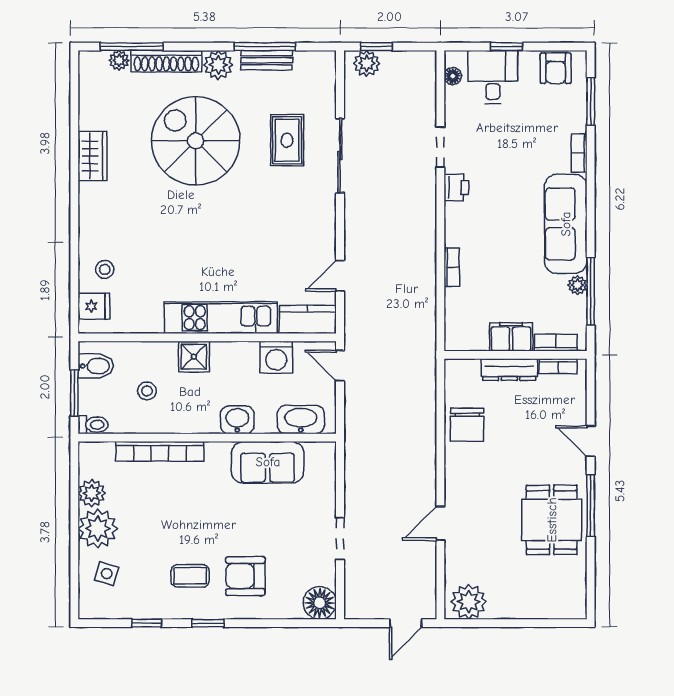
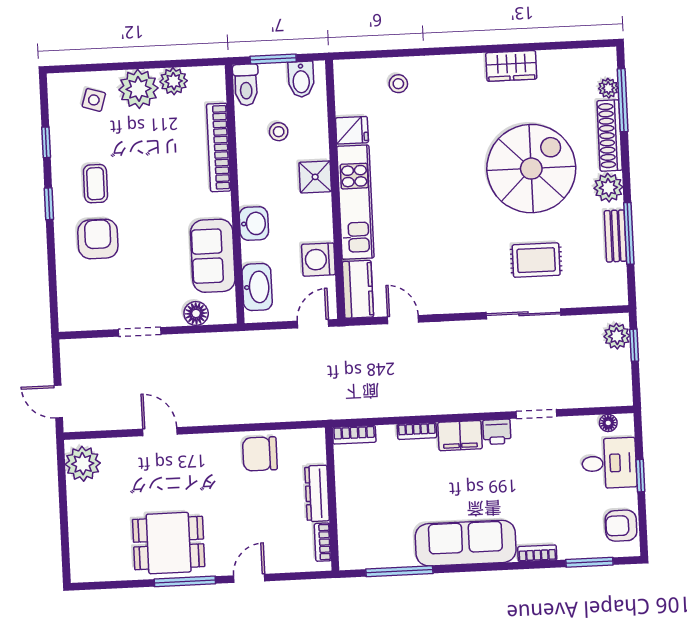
plant: (577, 285) -> (405, 558), removed
fridge: (94, 306) -> (352, 130), moved, turned -90
filing cabinet: (511, 337) -> (460, 436), moved, turned 90
bookcase: (556, 343) -> (354, 435), moved, turned 90
toilet: (93, 425) -> (246, 85), width x1.37, depth x1.39
floor lamp: (320, 603) -> (196, 313), moved, width x0.73, depth x0.73

